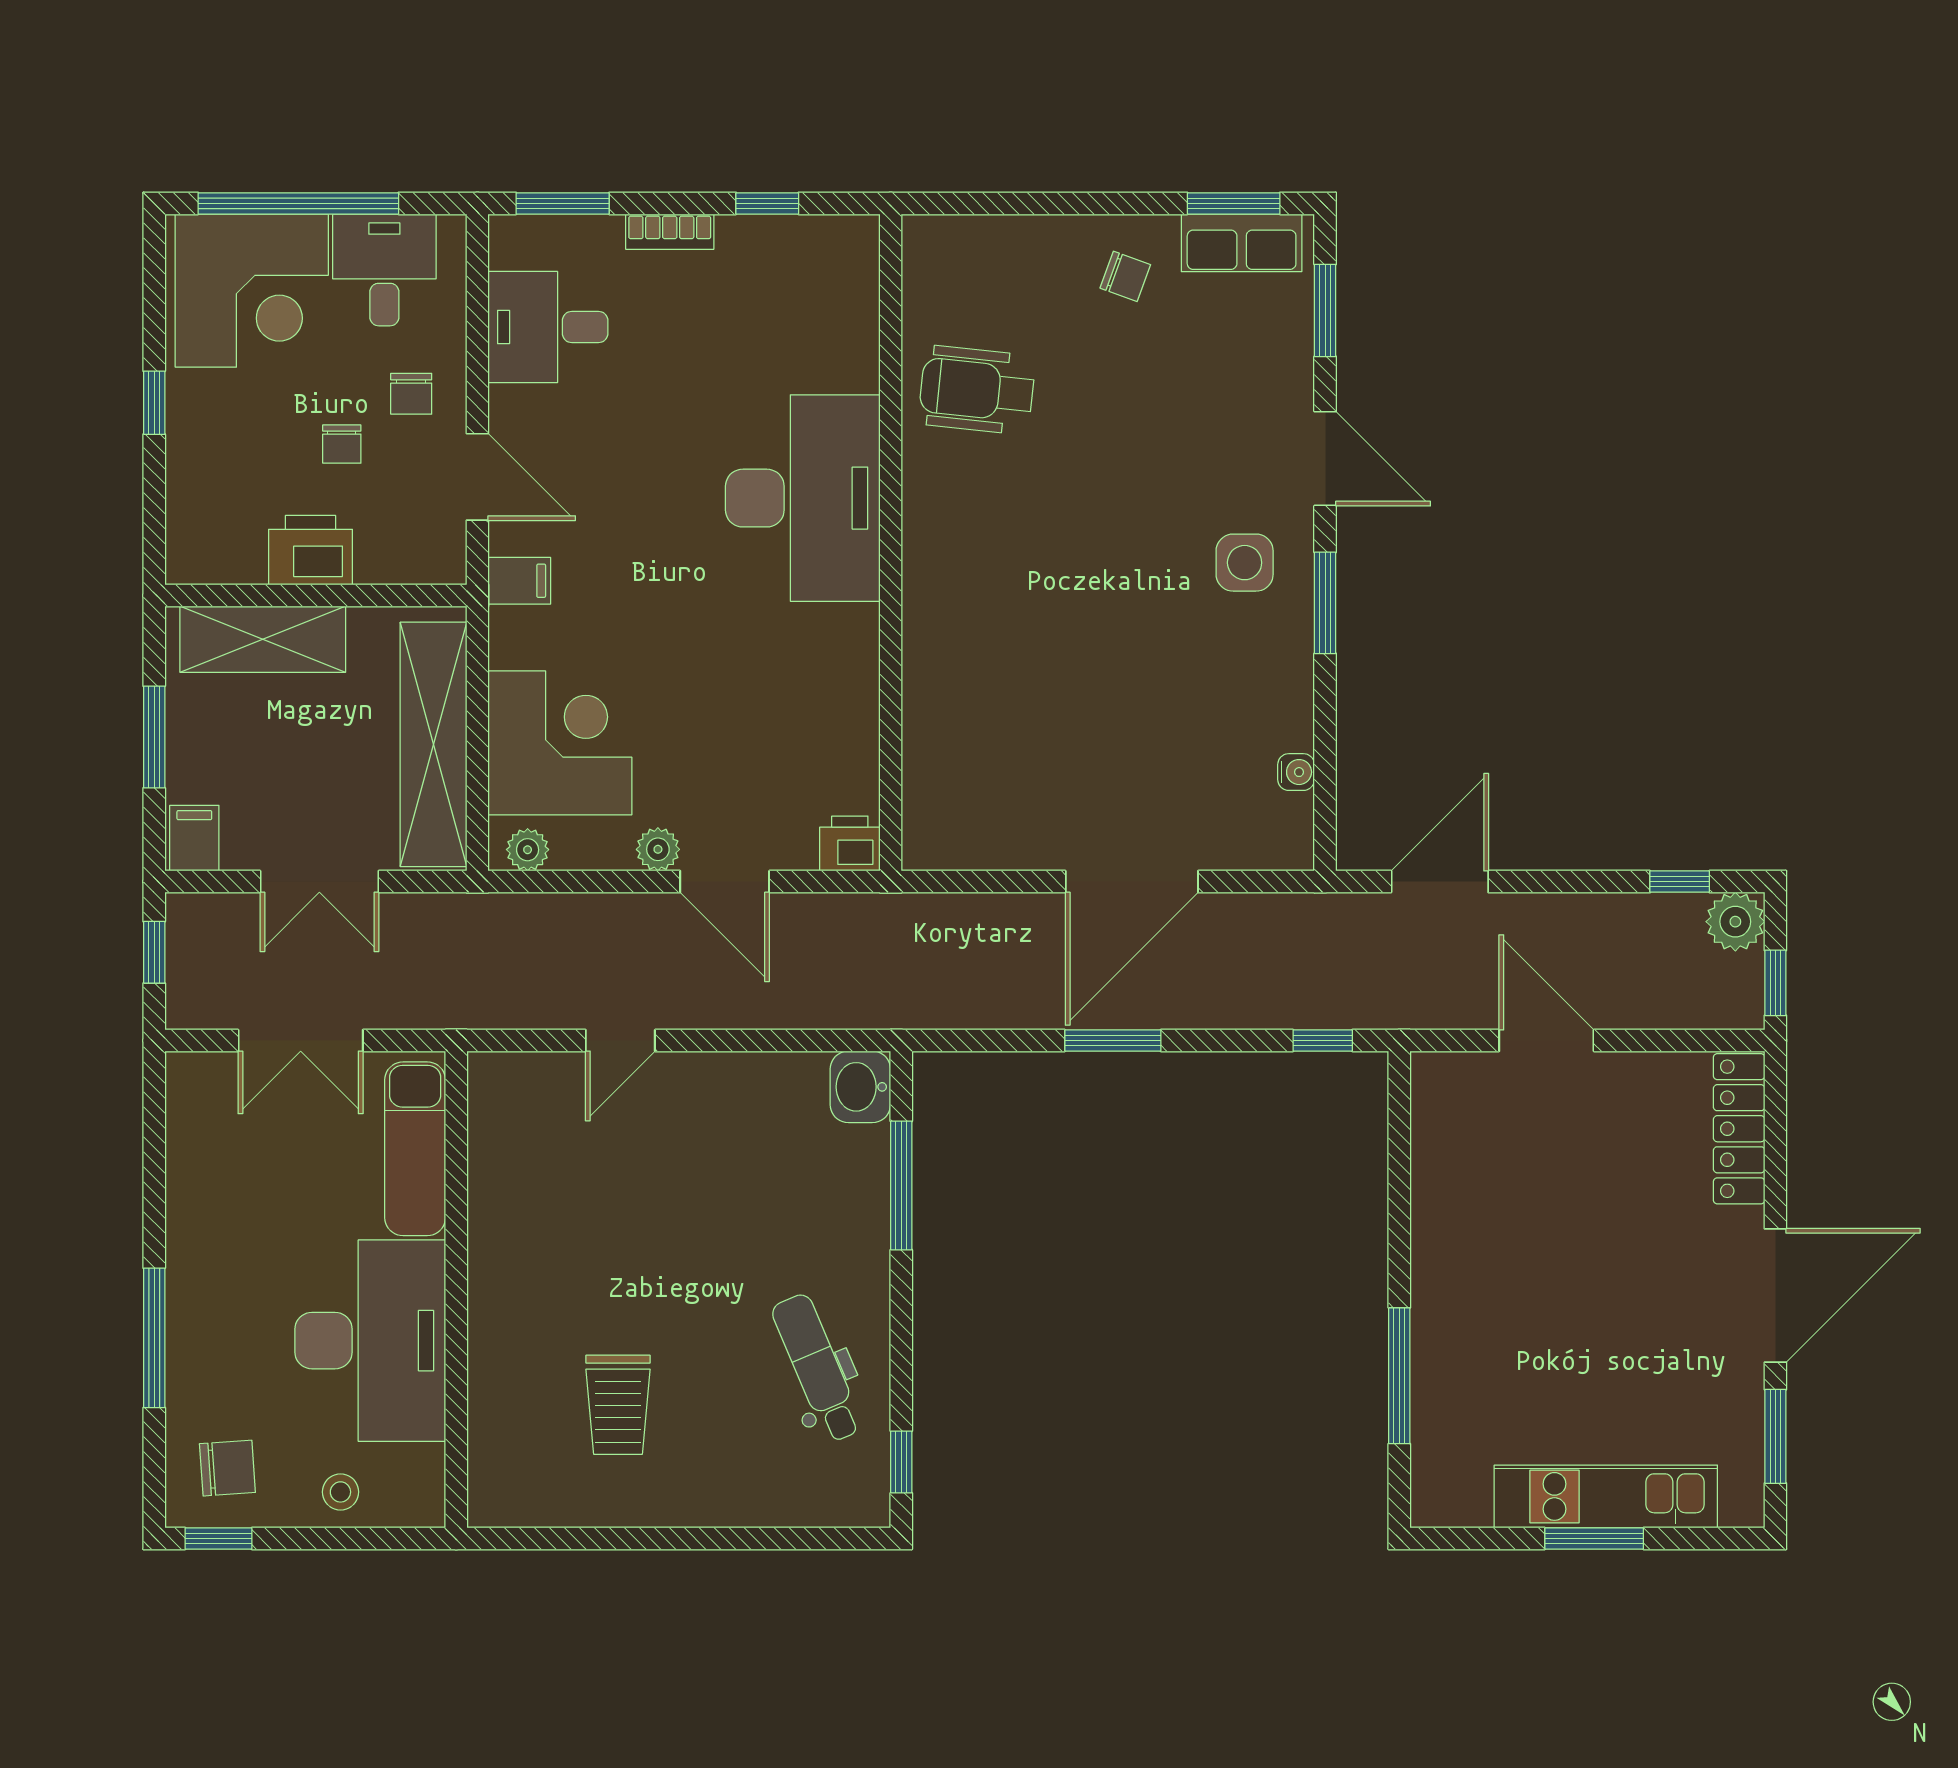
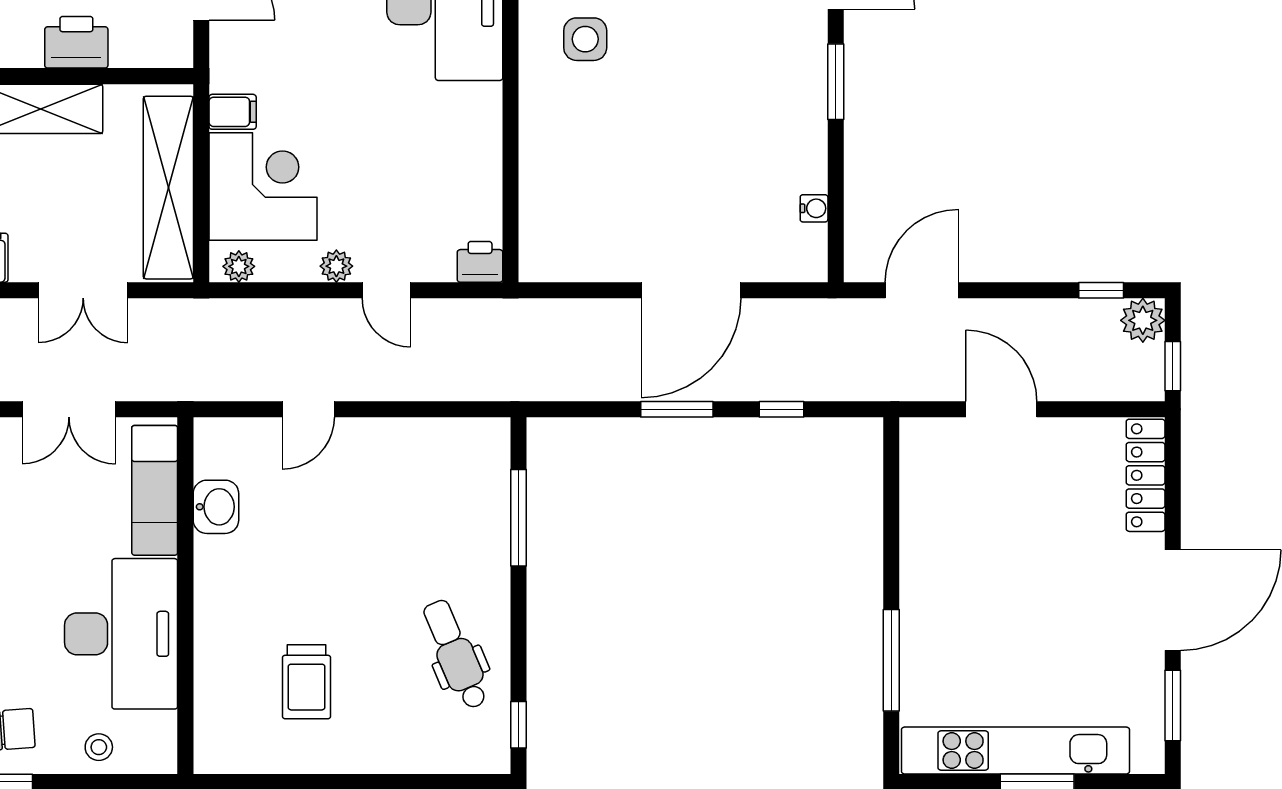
side table: (1245, 563) -> (585, 39), moved
filing cabinet: (519, 581) -> (233, 112), moved
door: (725, 882) -> (386, 290), width x0.73
window: (1323, 1041) -> (781, 409), moved
washbasin: (860, 1087) -> (216, 507), moved, turned 180
kitchen unit: (1606, 1496) -> (1015, 751), width x1.36

